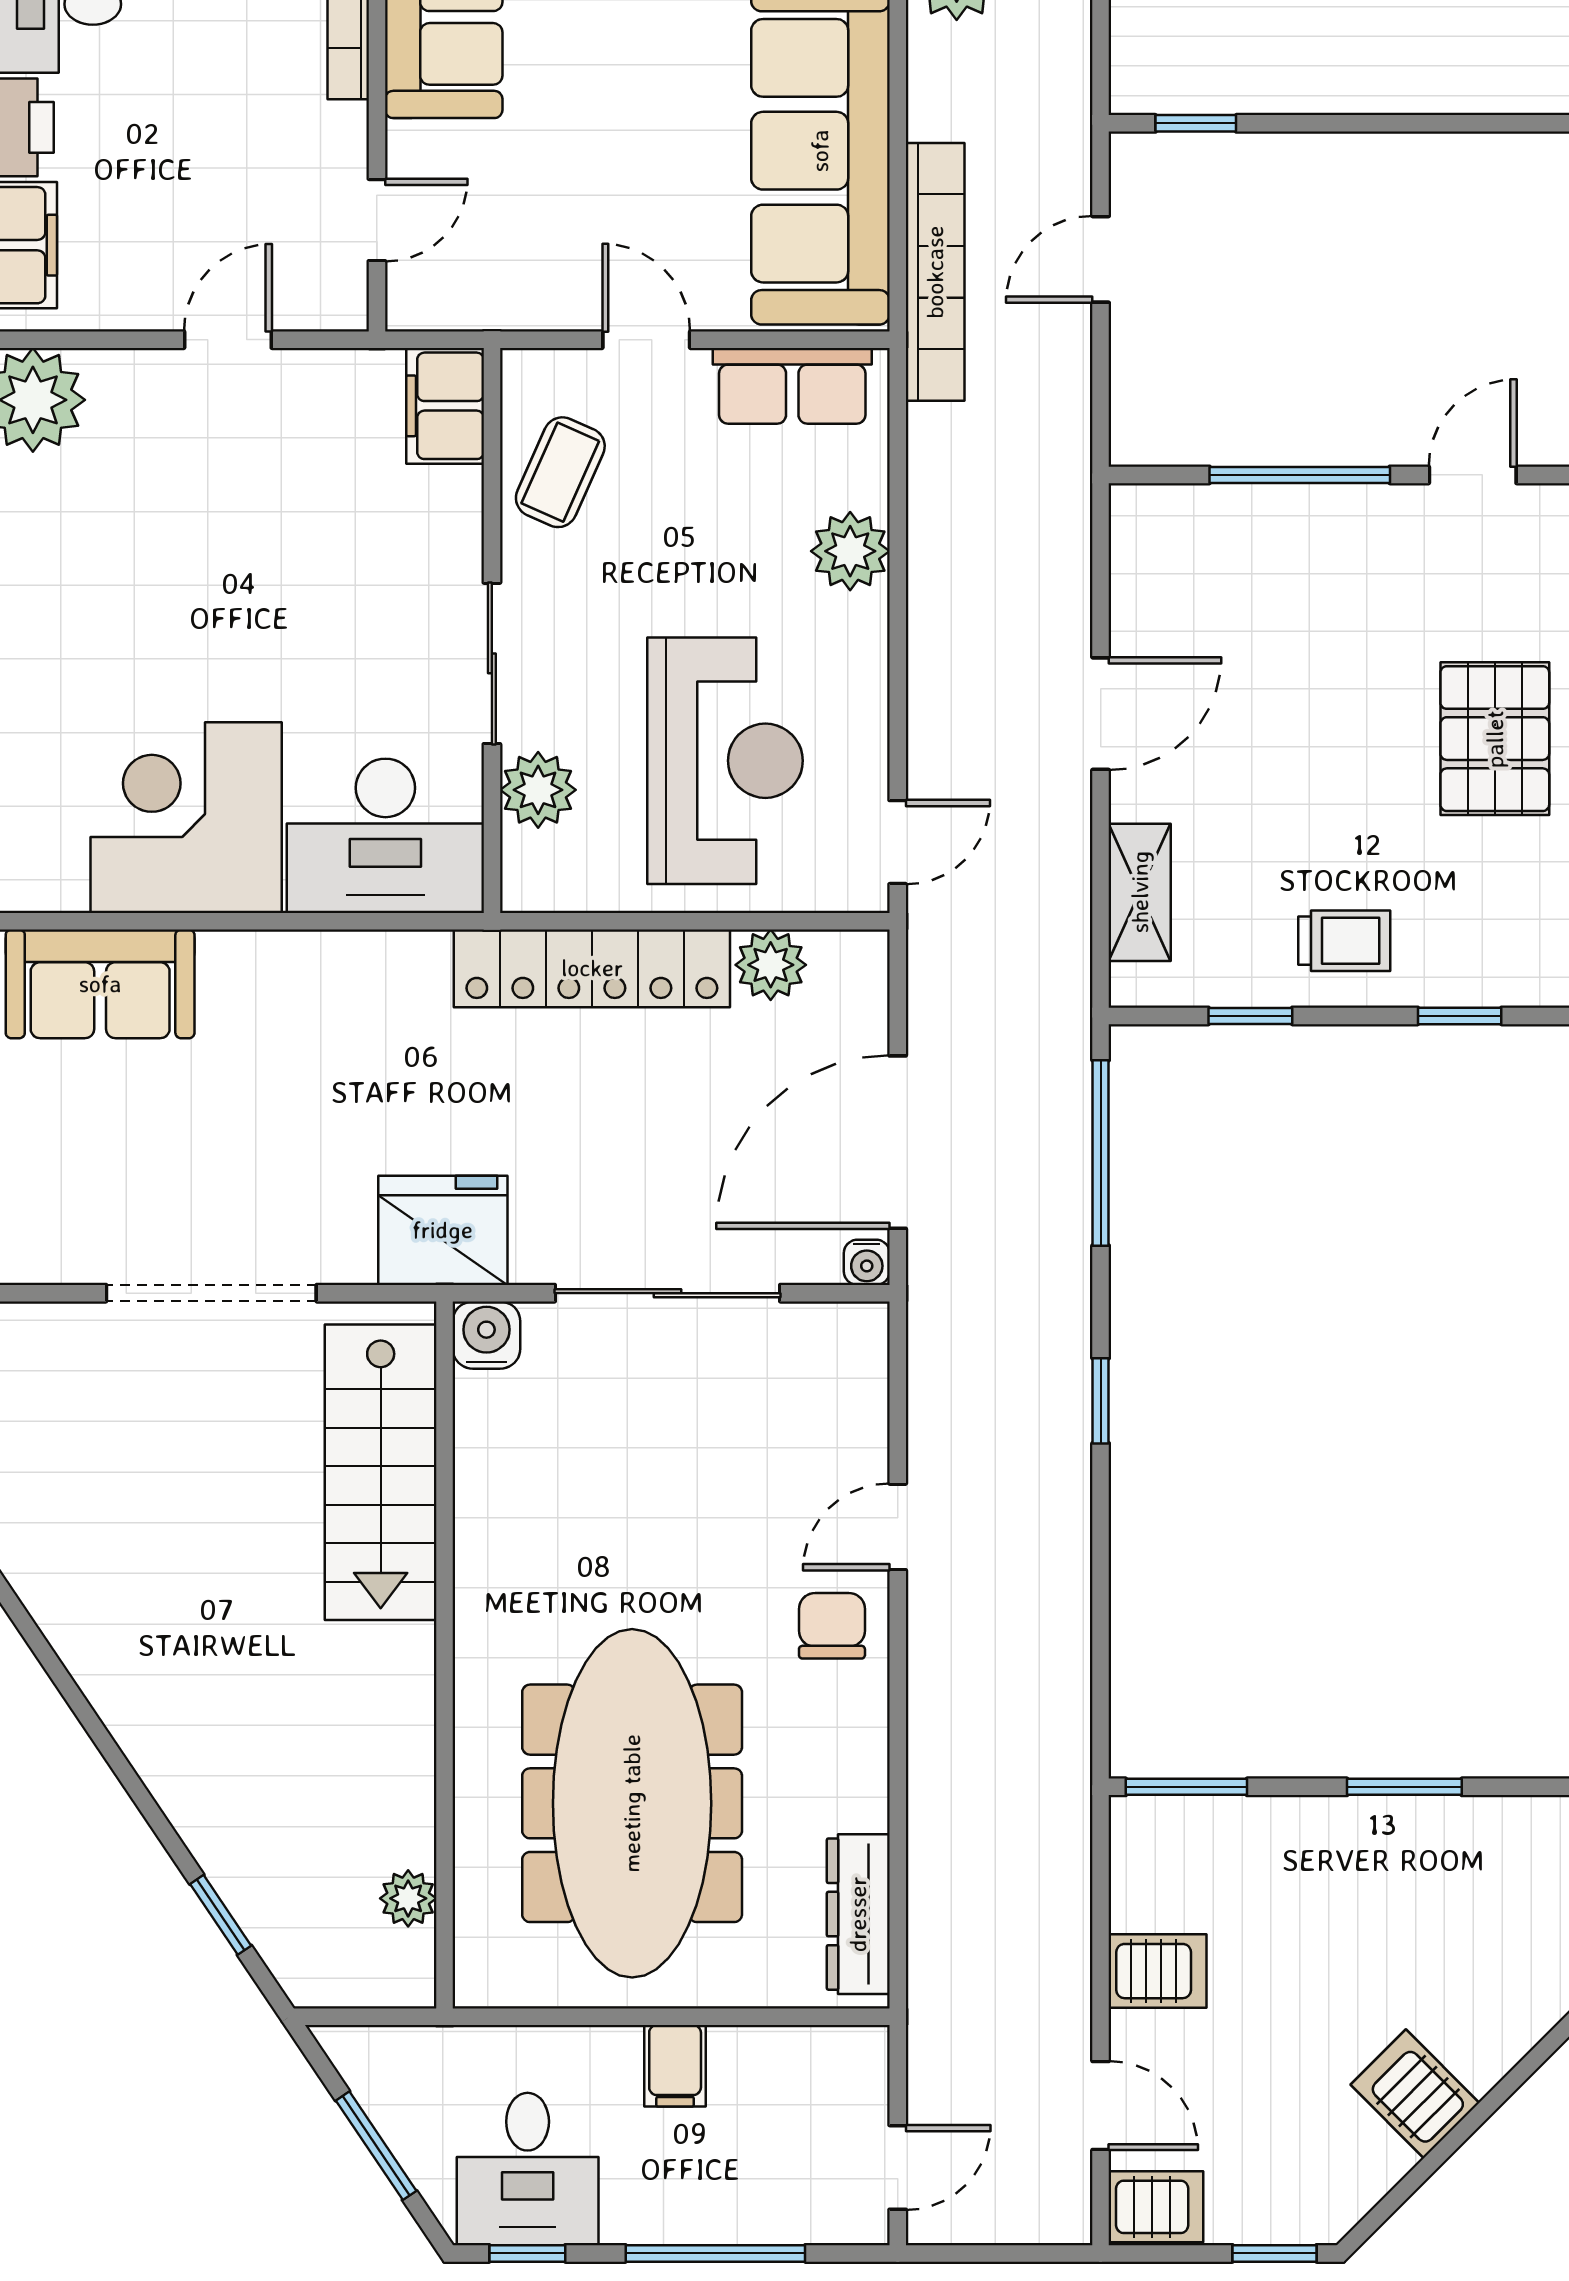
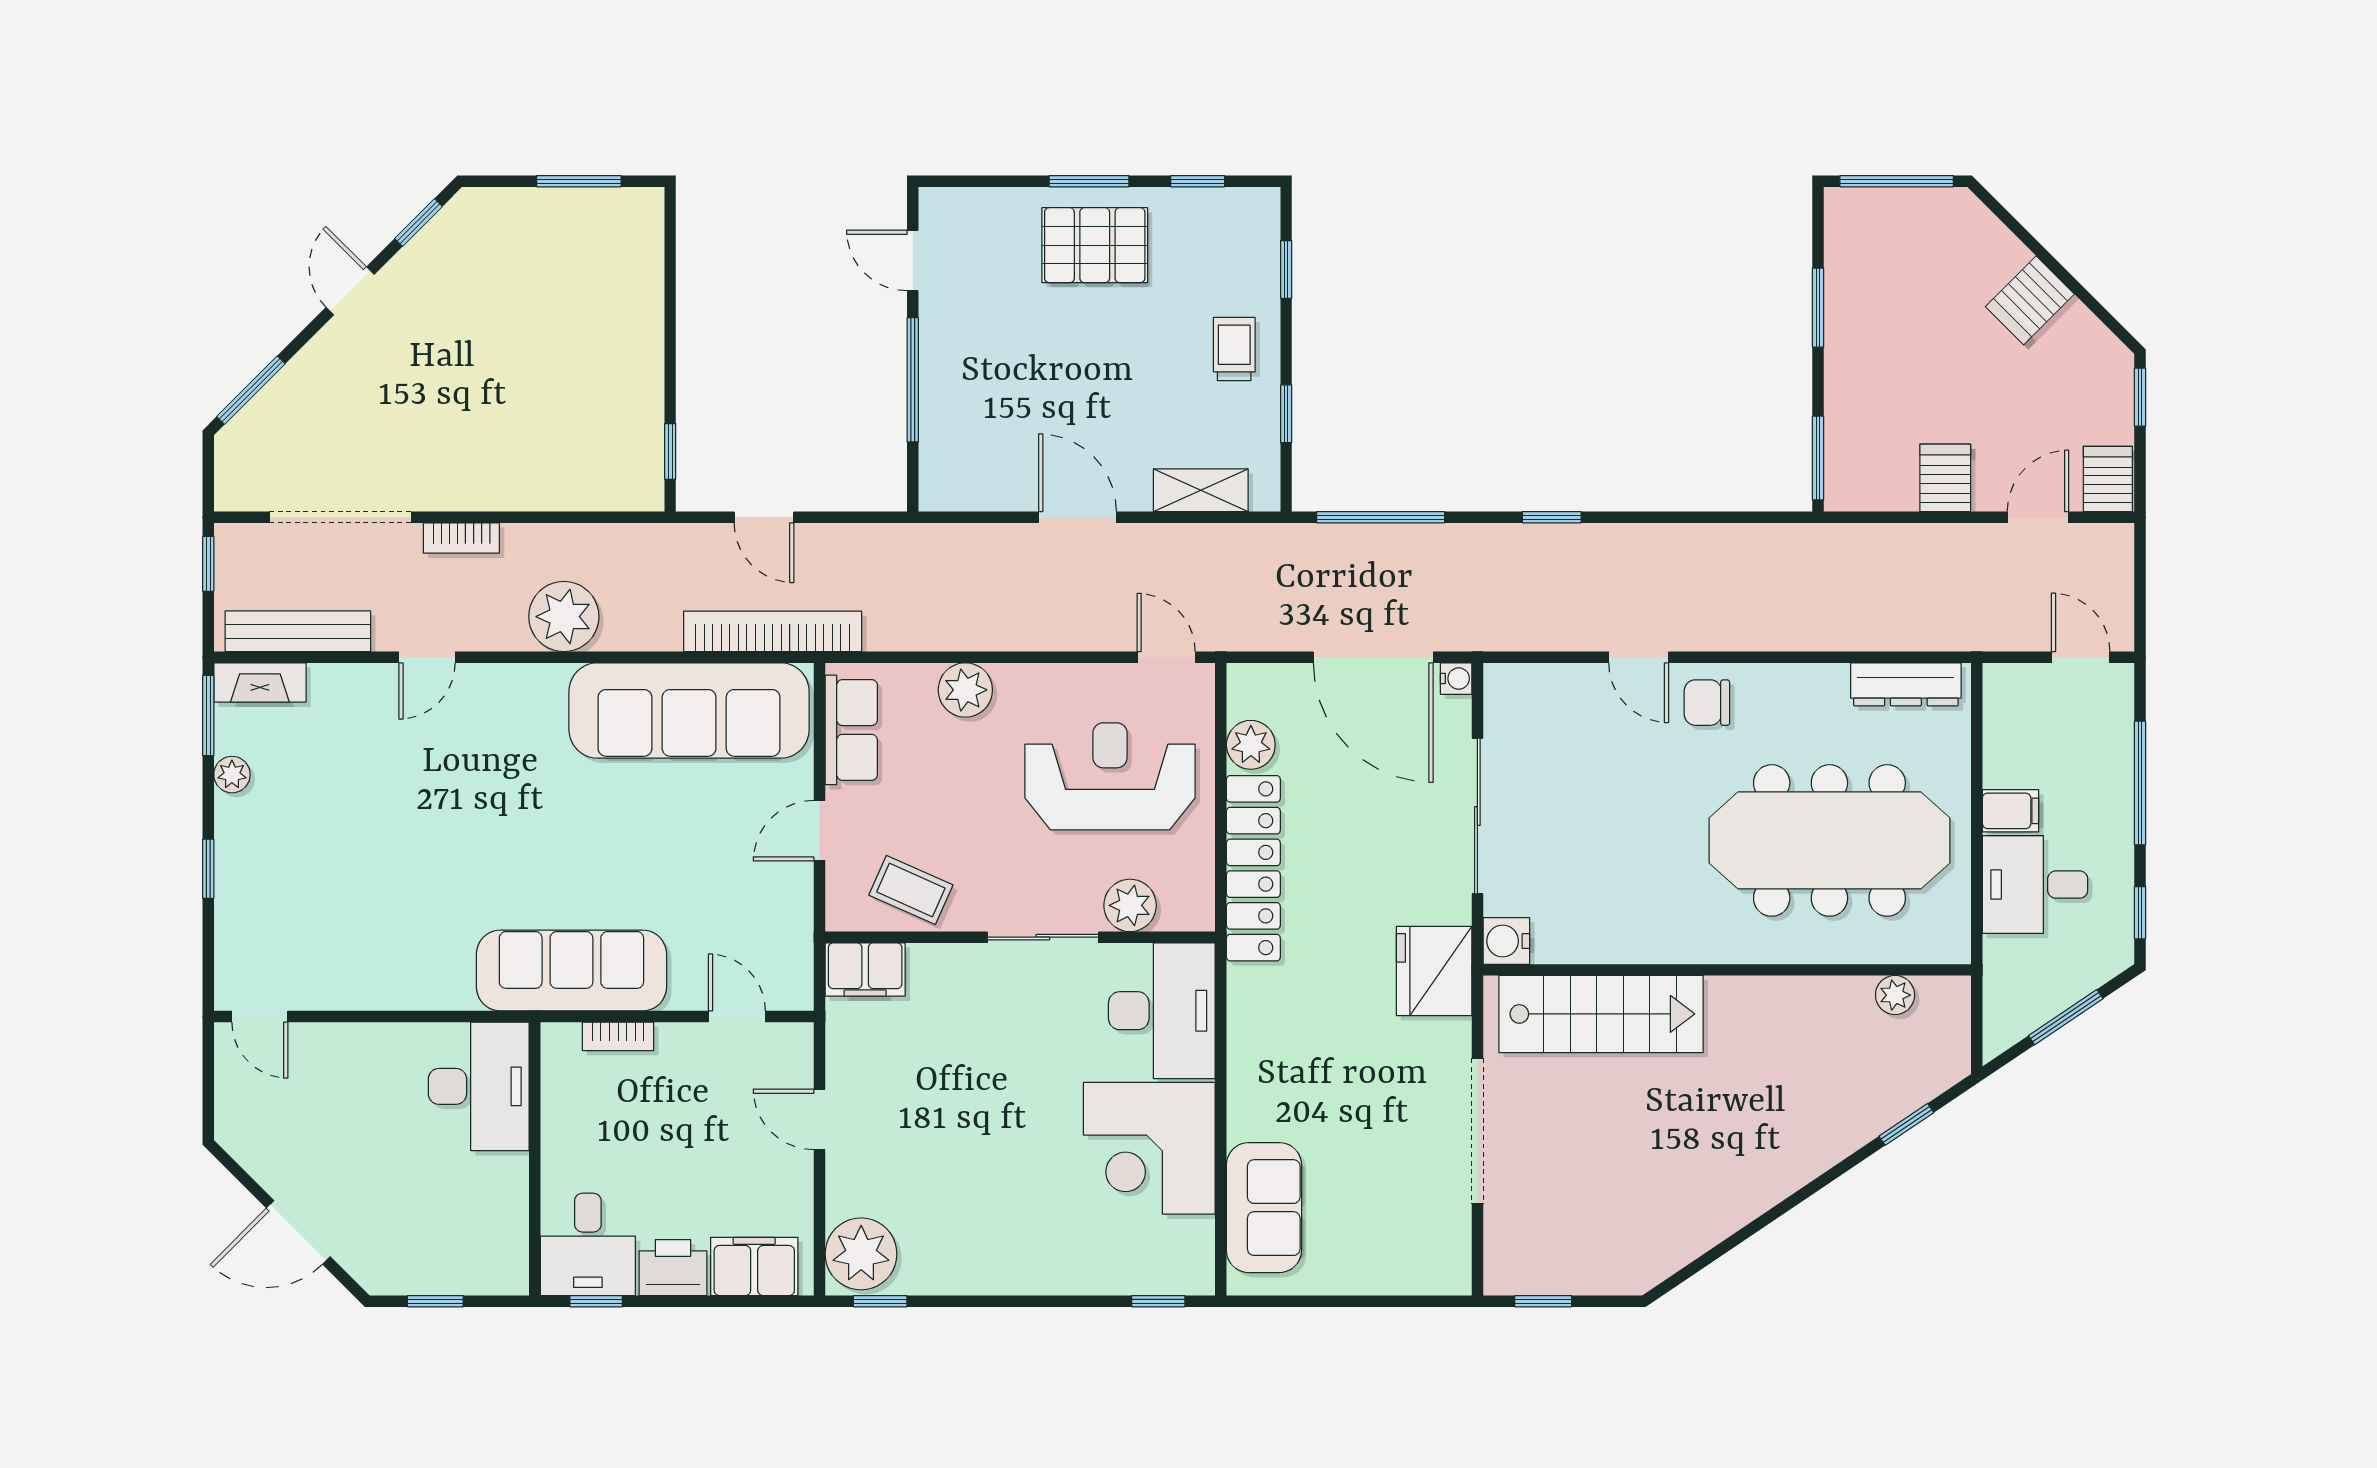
desk: (528, 2169) -> (2035, 885), moved, turned 180

